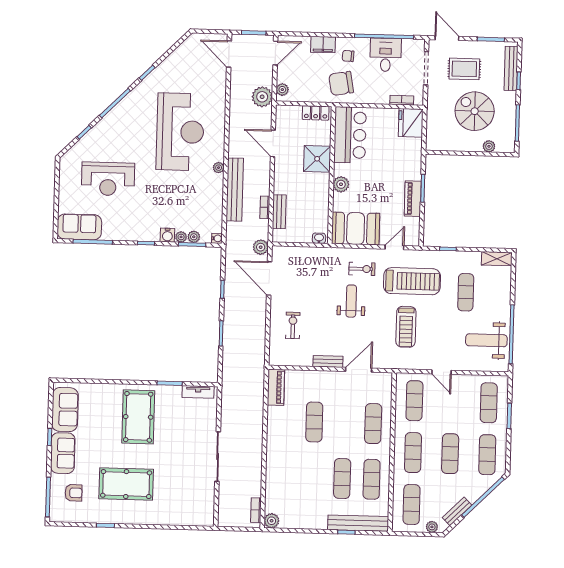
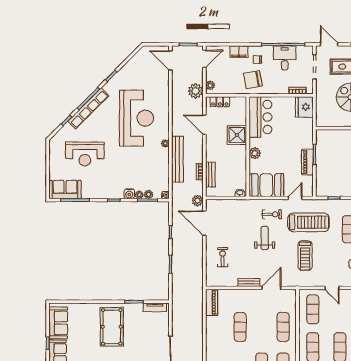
locker: (316, 113) -> (220, 102), moved
row of seats: (115, 117) -> (88, 108), added

